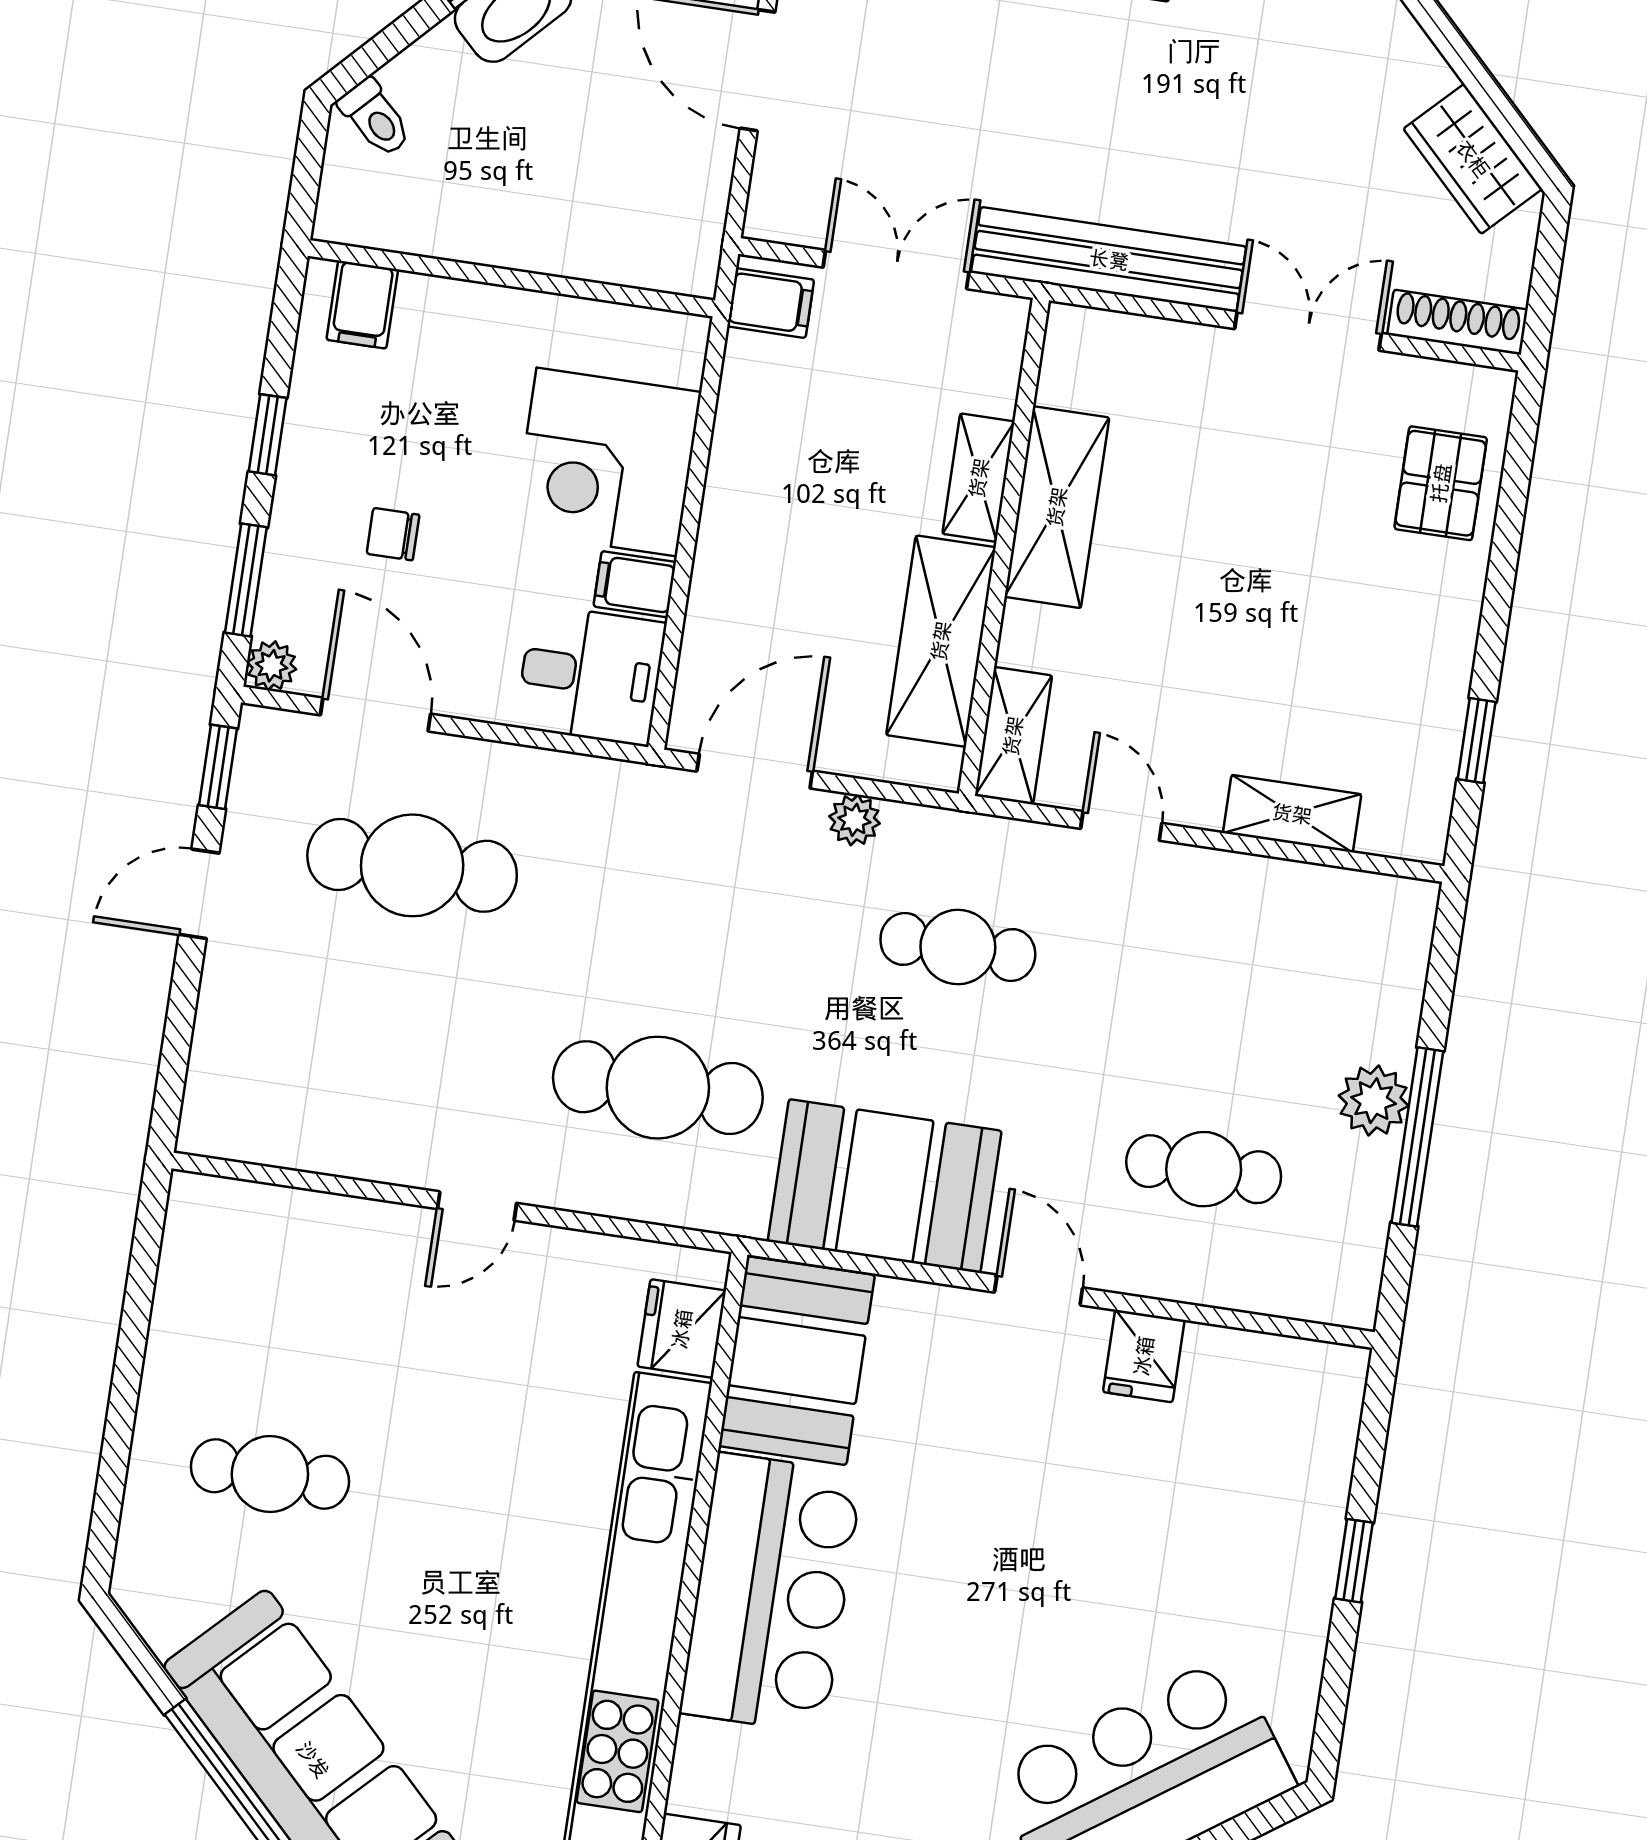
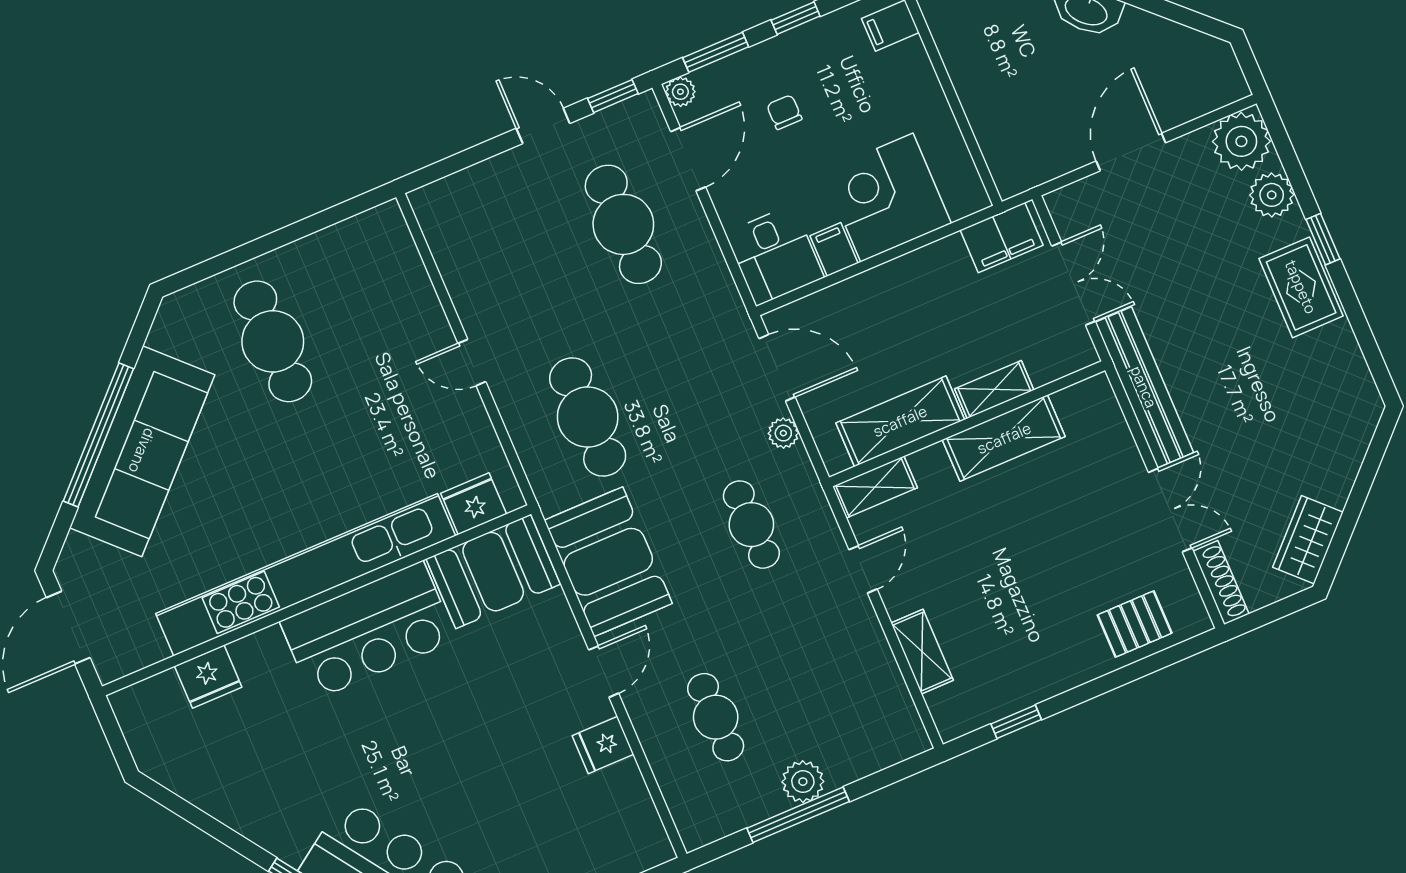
filing cabinet: (771, 303) -> (1002, 238), width x2.00
cafe table: (270, 1474) -> (273, 341), width x1.37, depth x1.35

